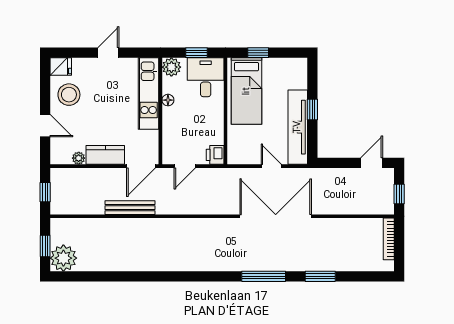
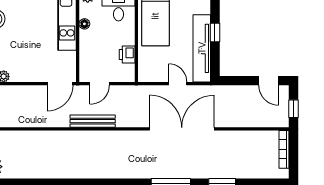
kitchen counter: (105, 155) -> (28, 74), removed
printer: (215, 155) -> (127, 54), moved
door: (372, 163) -> (269, 81), swing flipped
bench: (130, 208) -> (93, 121), moved

